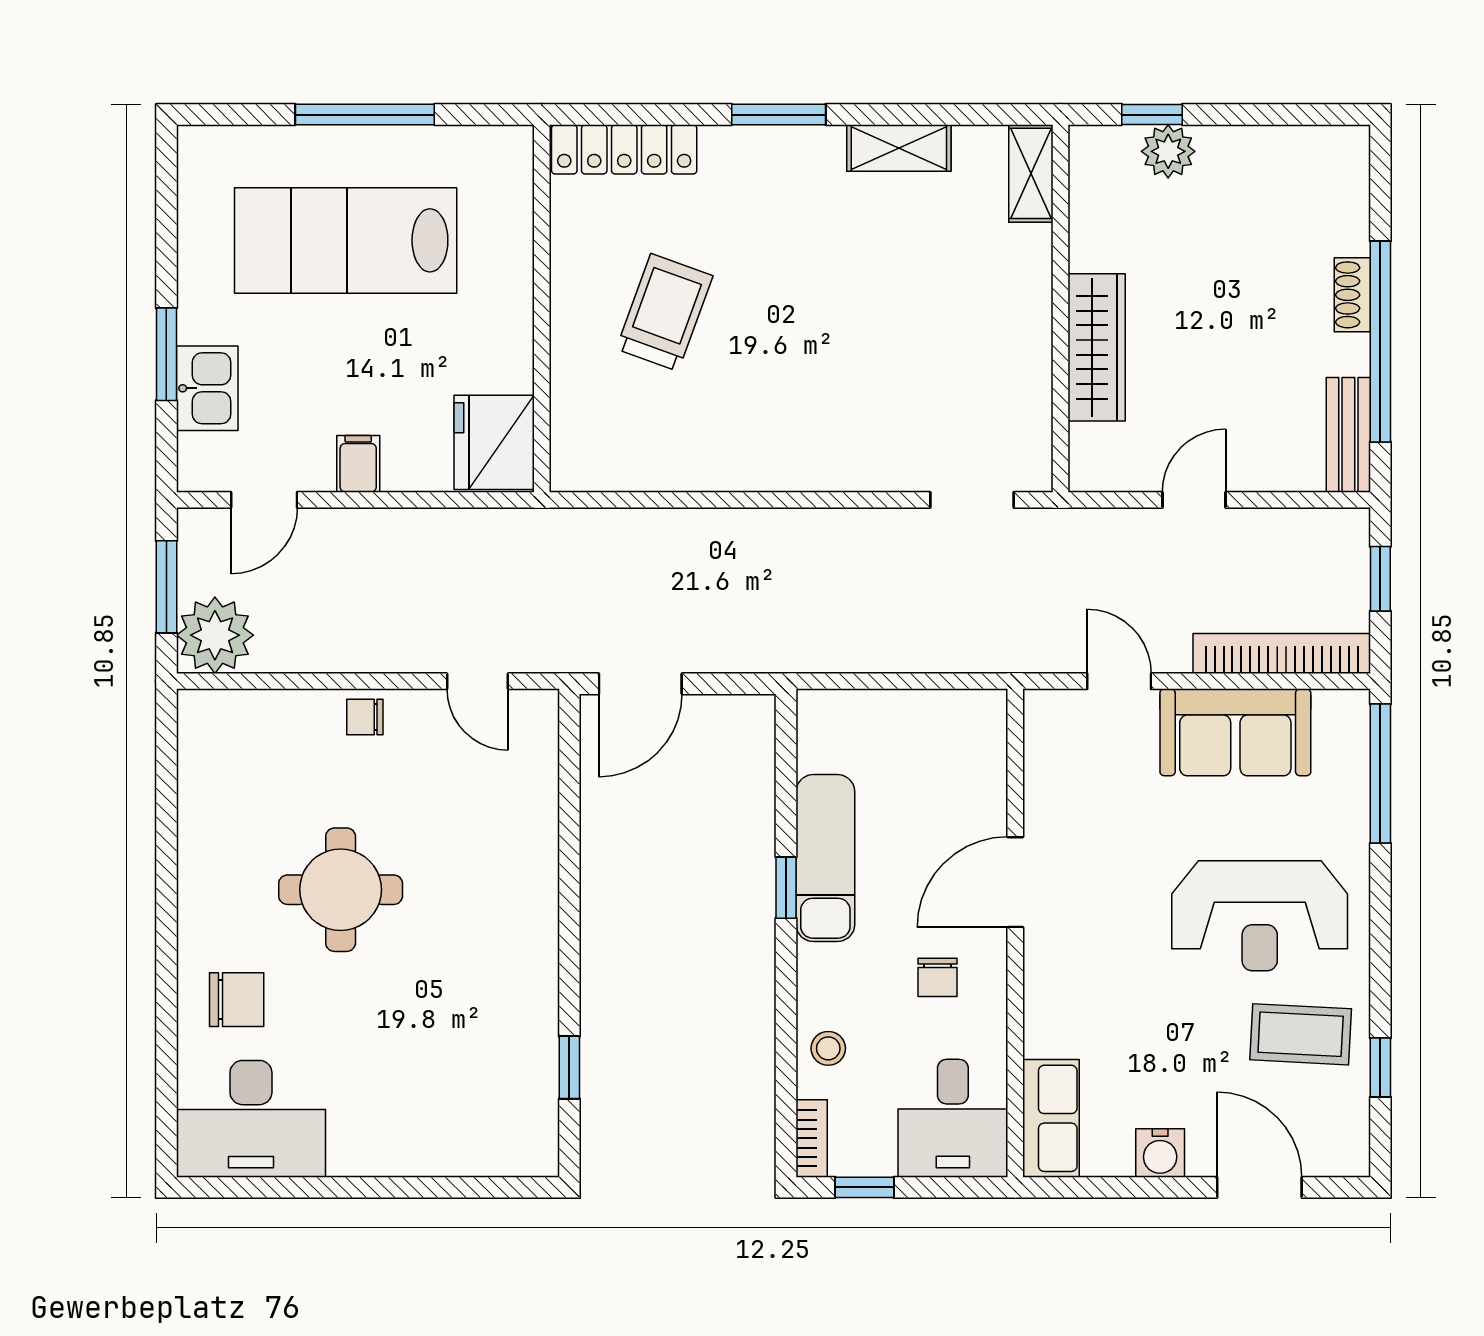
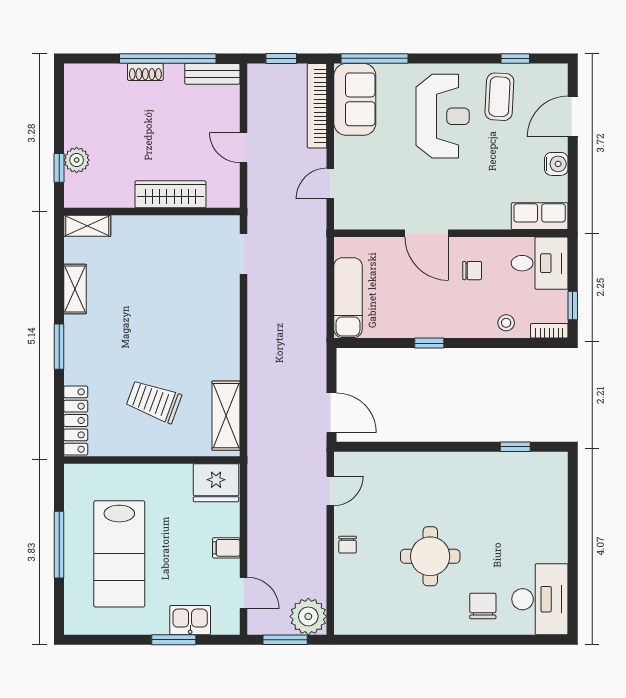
shelving: (634, 463) -> (226, 416), added
sofa: (1235, 732) -> (355, 99), moved
exam couch: (825, 858) -> (348, 298), moved, turned 90

